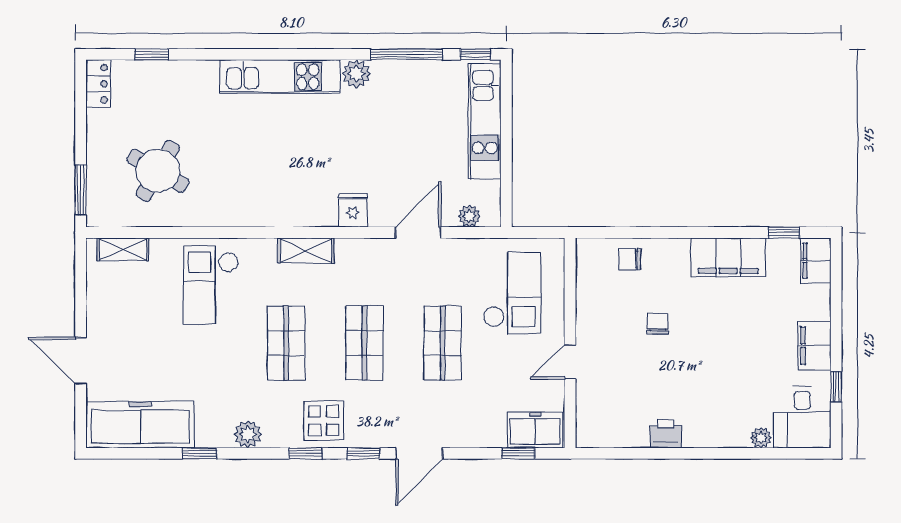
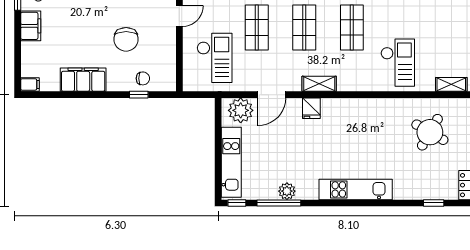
plant: (356, 74) -> (287, 191), moved
plant: (469, 216) -> (241, 110), width x1.88, depth x1.88
window: (784, 233) -> (139, 95), moved
shelving: (306, 250) -> (319, 84), moved
filing cabinet: (816, 261) -> (30, 84), width x0.50
checkout: (512, 293) -> (215, 58), turned 180
chair: (658, 324) -> (126, 39), width x1.87, depth x1.87

